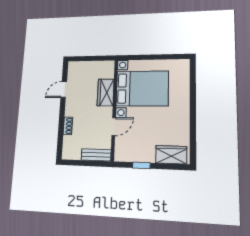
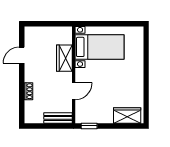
bed with nightstands: (142, 88) -> (100, 47), width x0.73
window: (141, 165) -> (89, 126), moved

